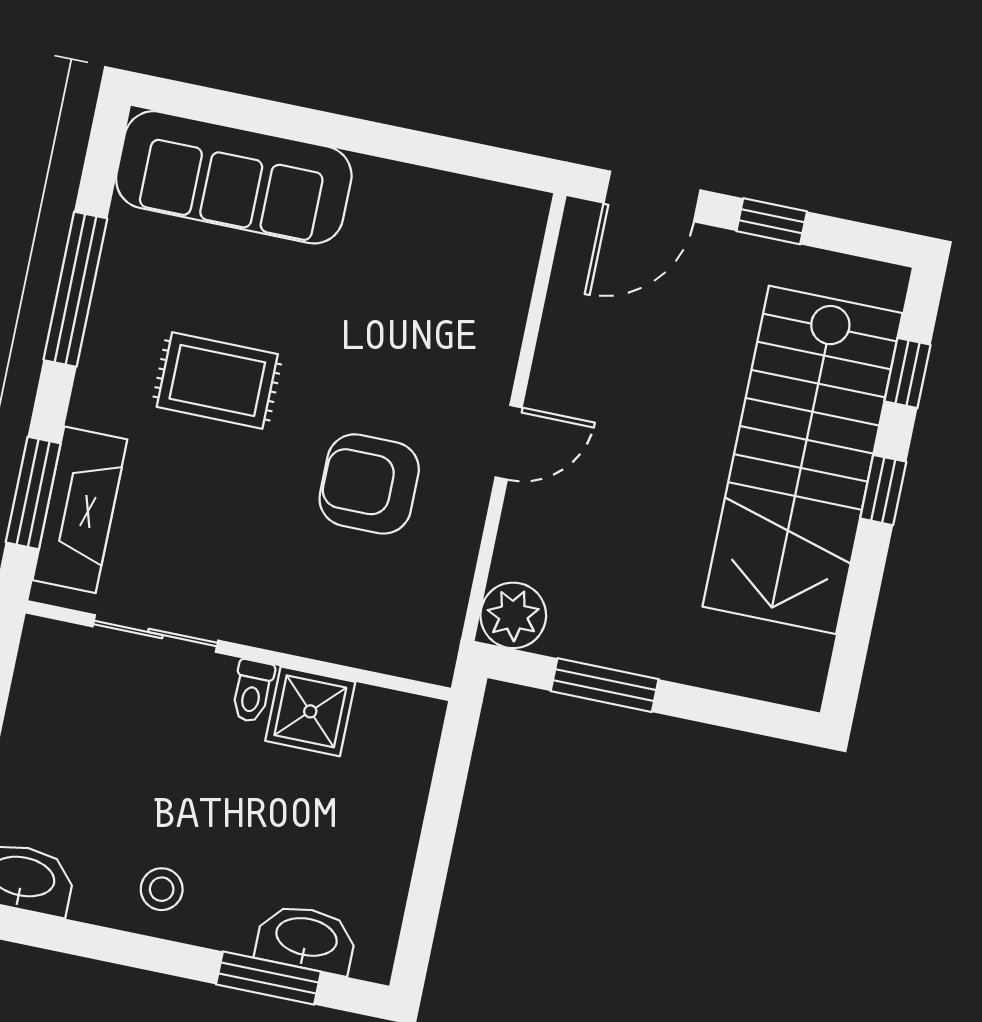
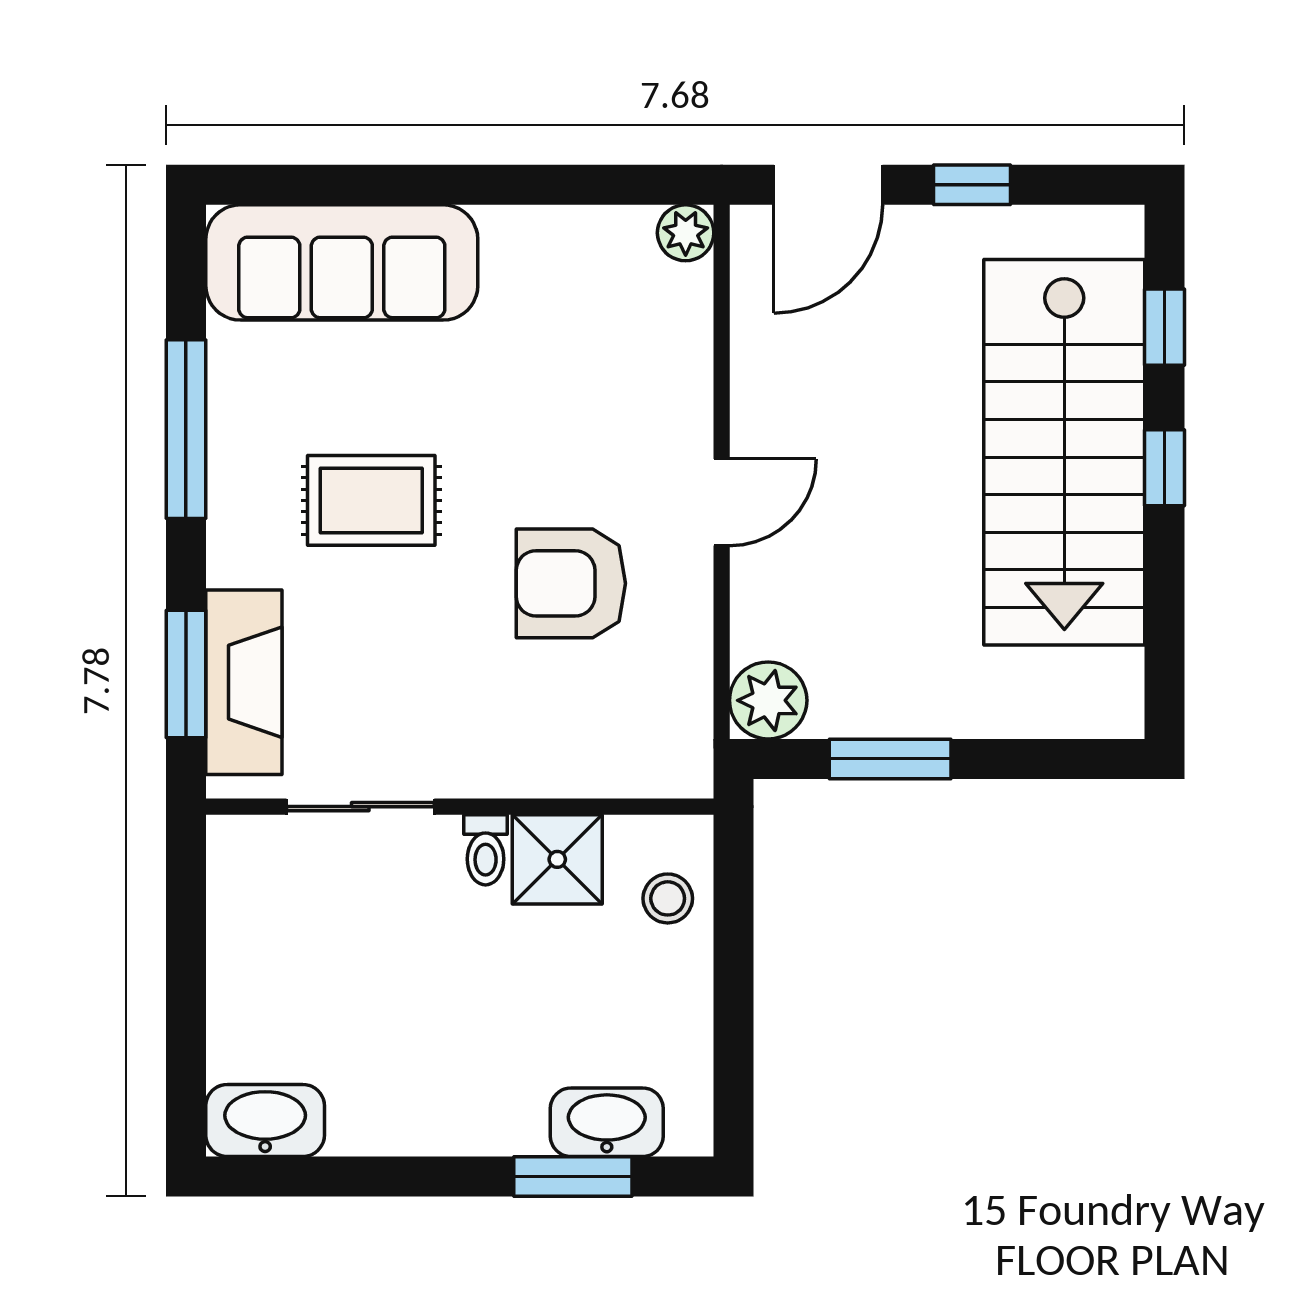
plant: (525, 212) -> (686, 233), added
stool: (162, 889) -> (668, 898), moved

